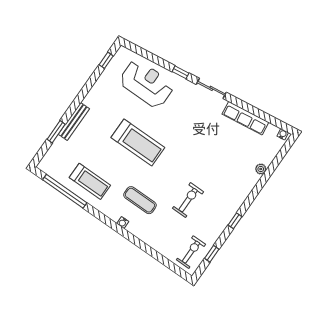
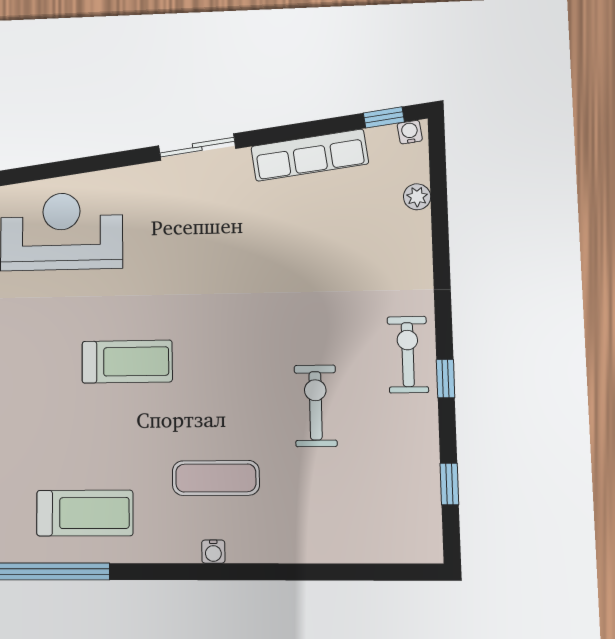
window: (181, 72) -> (384, 117), moved
treadmill: (138, 143) -> (127, 362), width x0.73, depth x0.73
plant: (261, 169) -> (417, 197), moved
exercise bike: (191, 252) -> (408, 355), moved

